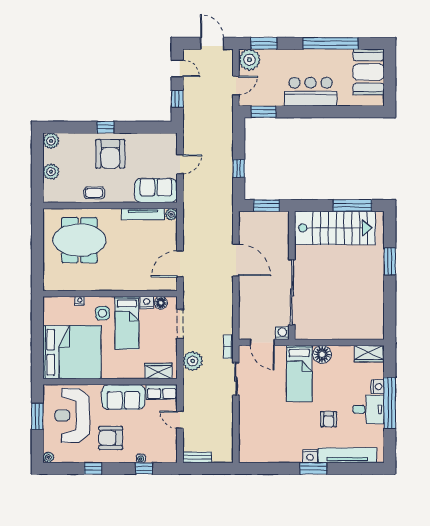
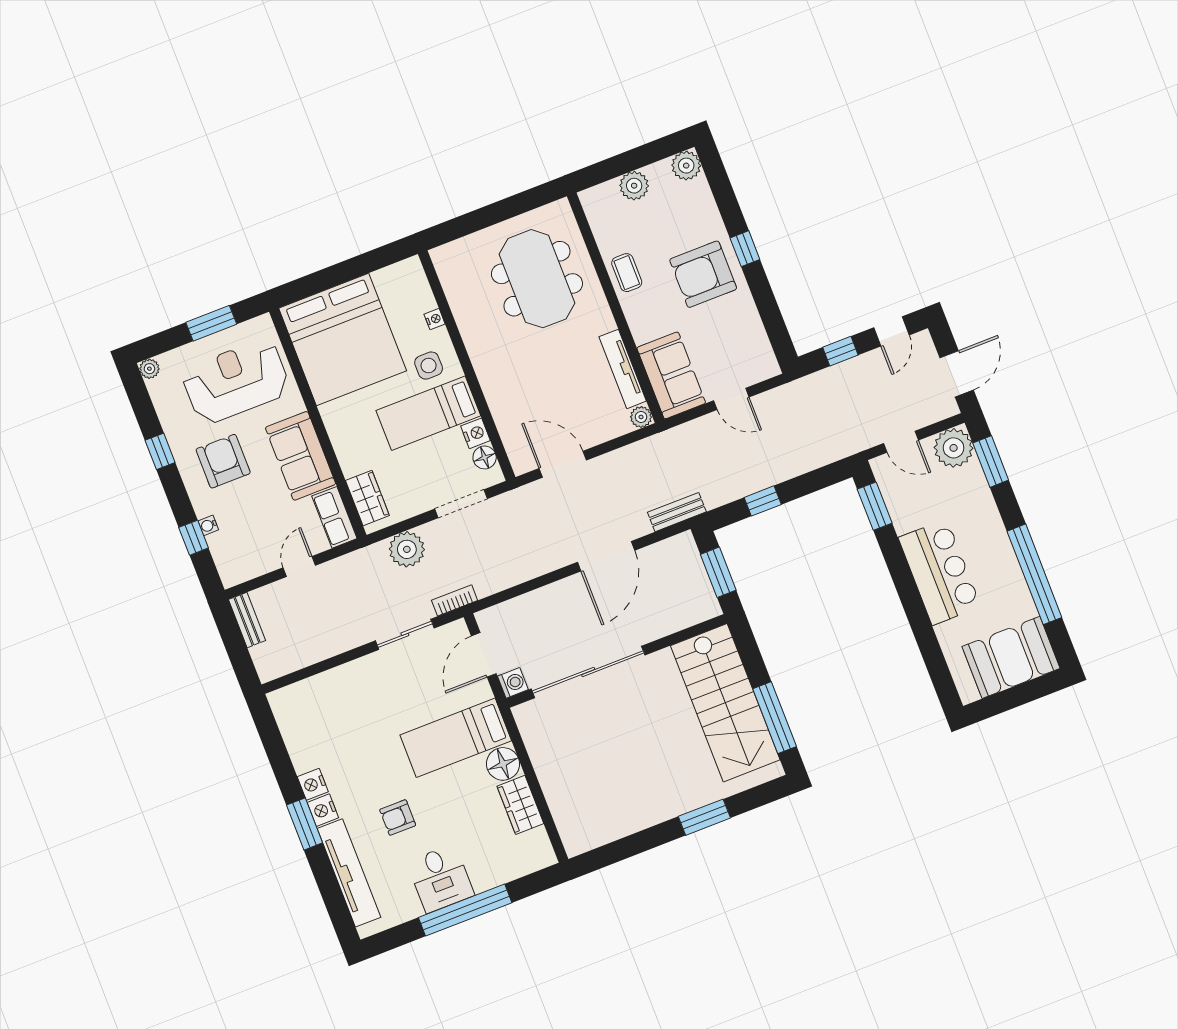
bench: (227, 215) -> (677, 512), added
wardrobe: (369, 354) -> (520, 805), moved
nightstand: (378, 387) -> (313, 784), moved, turned 90

